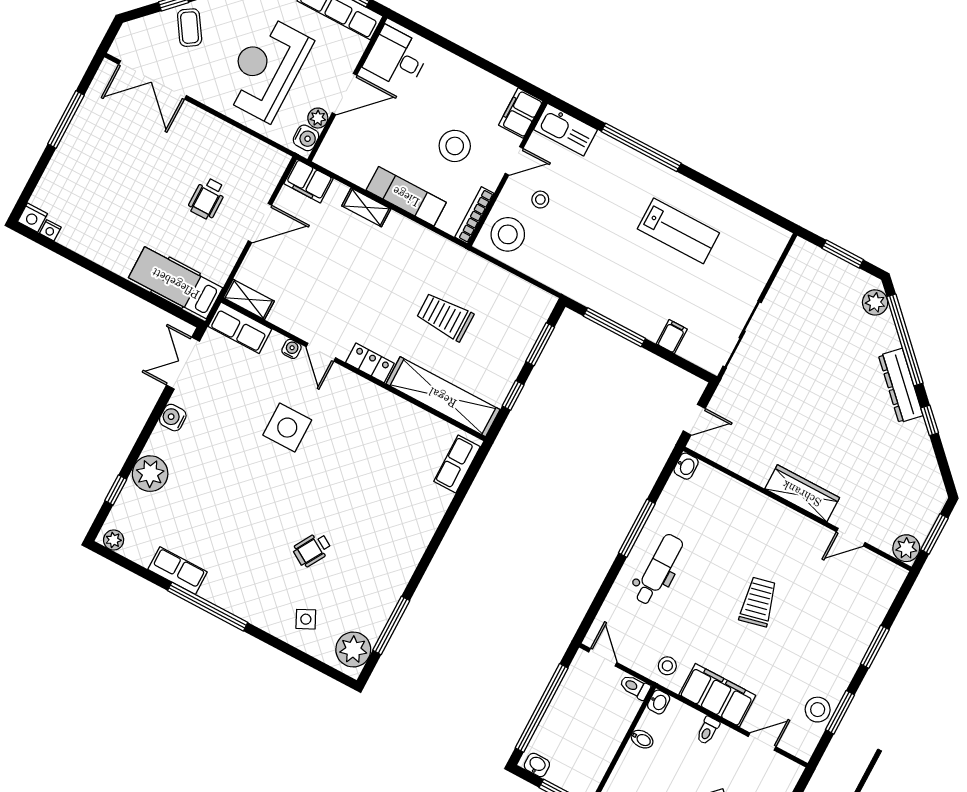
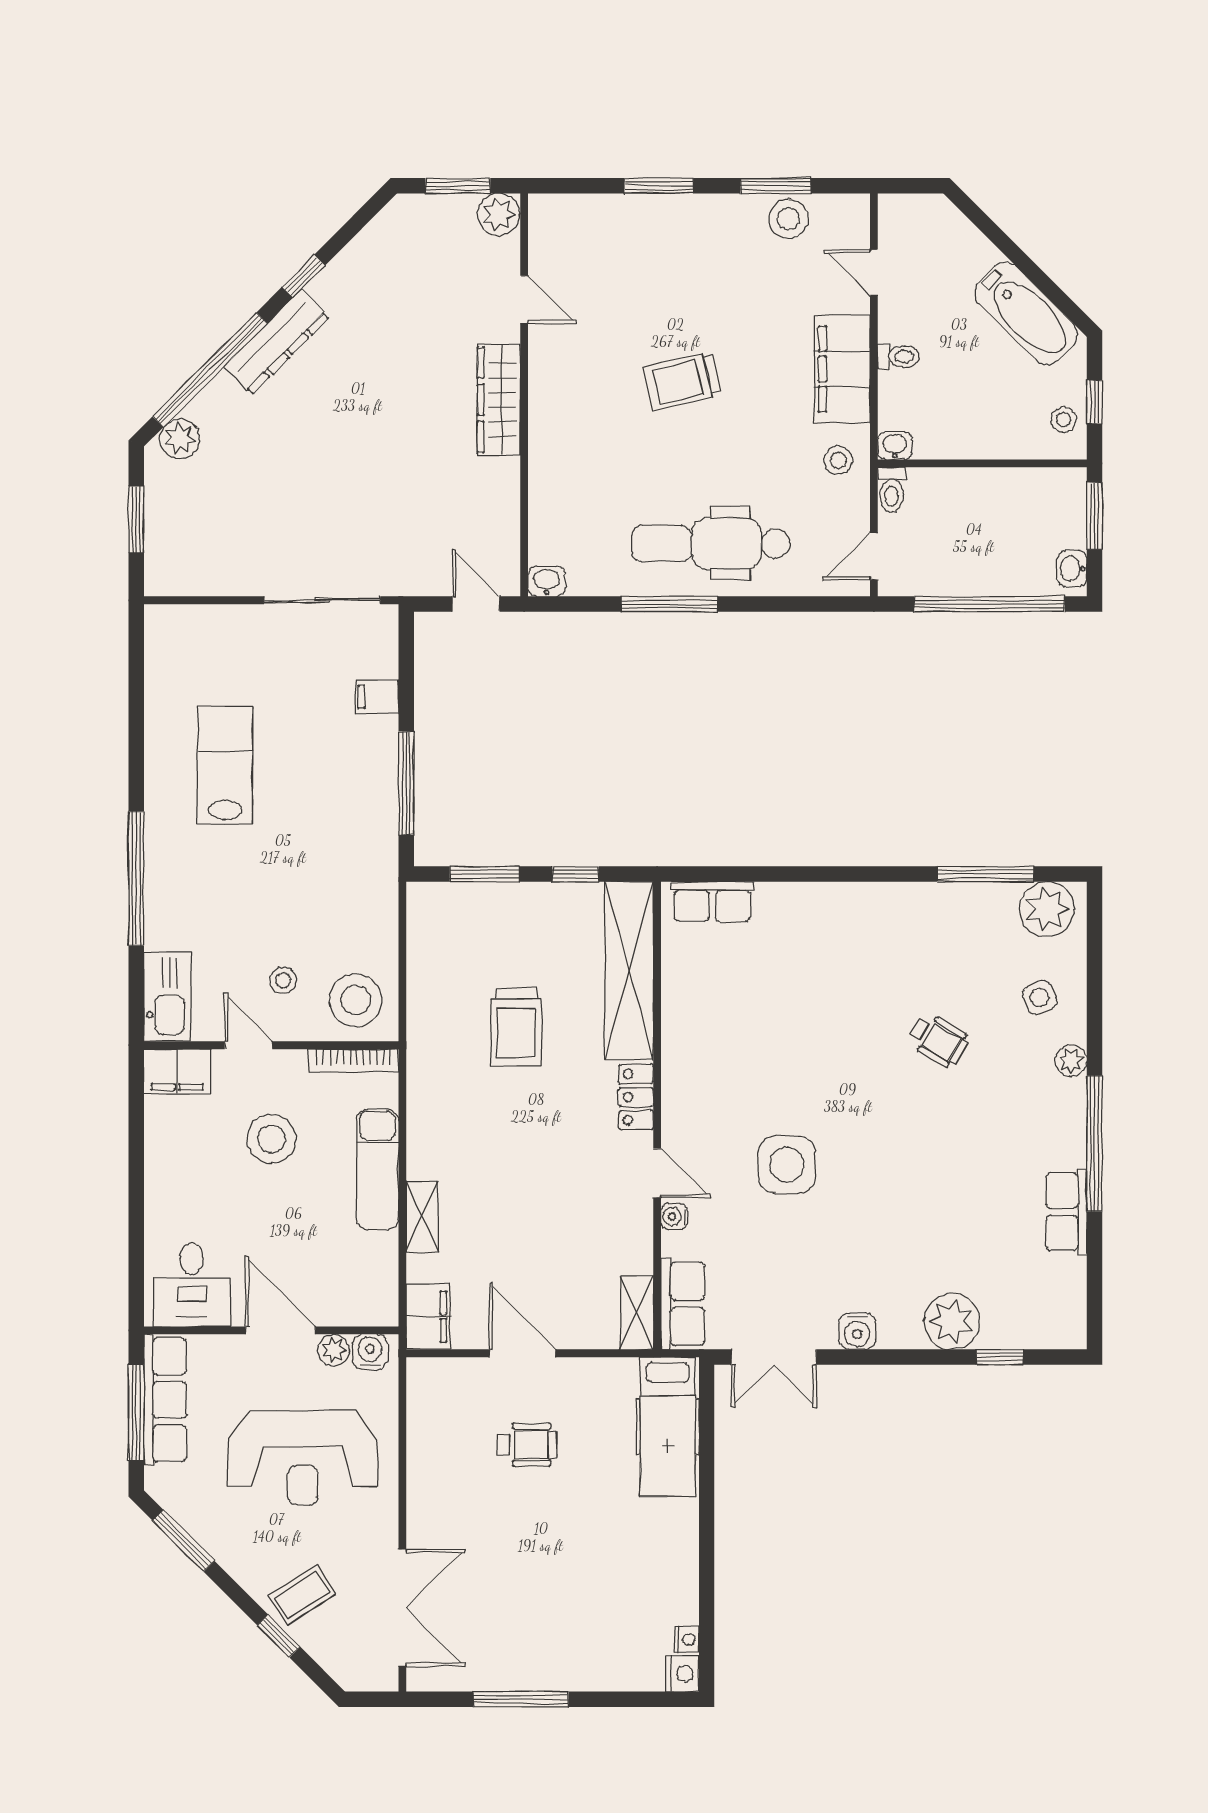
door: (321, 352) -> (657, 1173), hinge flipped
plant: (114, 540) -> (1071, 1061), moved
dental chair: (658, 569) -> (711, 544), width x1.36, depth x1.38
bidet: (642, 739) -> (959, 441), removed

